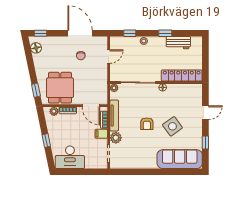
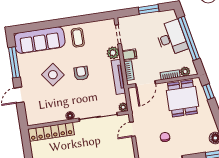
door: (109, 57) -> (132, 129), moved
door: (91, 106) -> (146, 84), swing flipped
window: (46, 140) -> (189, 38), width x3.17
window: (205, 143) -> (14, 62), width x2.17
coffee table: (145, 156) -> (78, 38), added
desk: (70, 157) -> (171, 38), moved, turned 78
window: (78, 172) -> (149, 9), added

